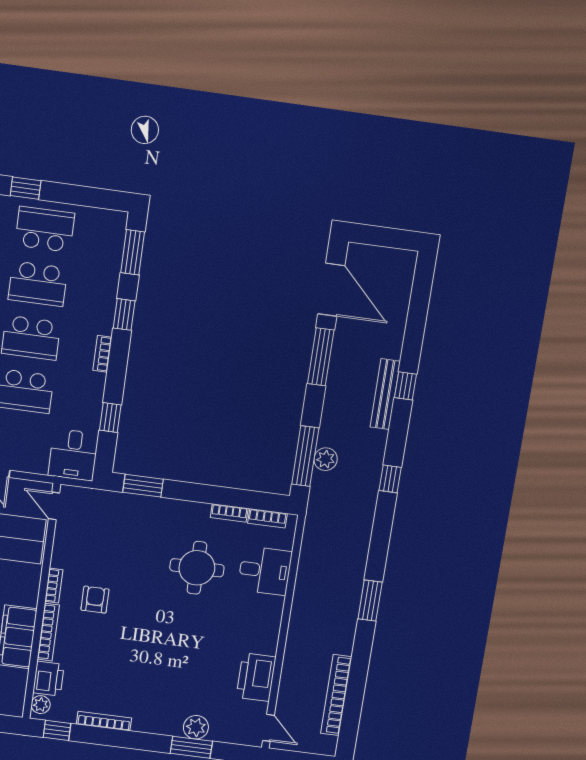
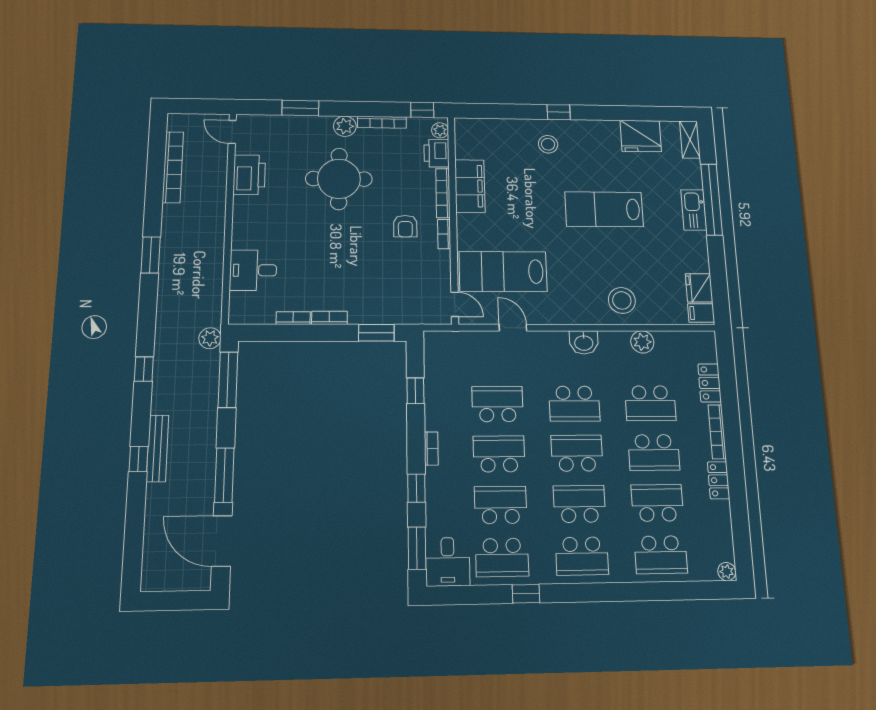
desk: (73, 455) -> (448, 562), moved, turned 180
plant: (326, 459) -> (210, 338), moved
bookcase: (267, 518) -> (329, 318), moved
round table: (197, 568) -> (339, 179), moved, width x1.36, depth x1.36
plant: (196, 727) -> (345, 126), moved

